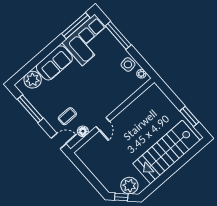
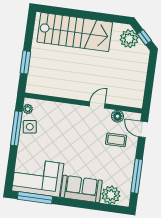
window: (118, 35) -> (16, 128), moved
window: (189, 116) -> (25, 62), moved

